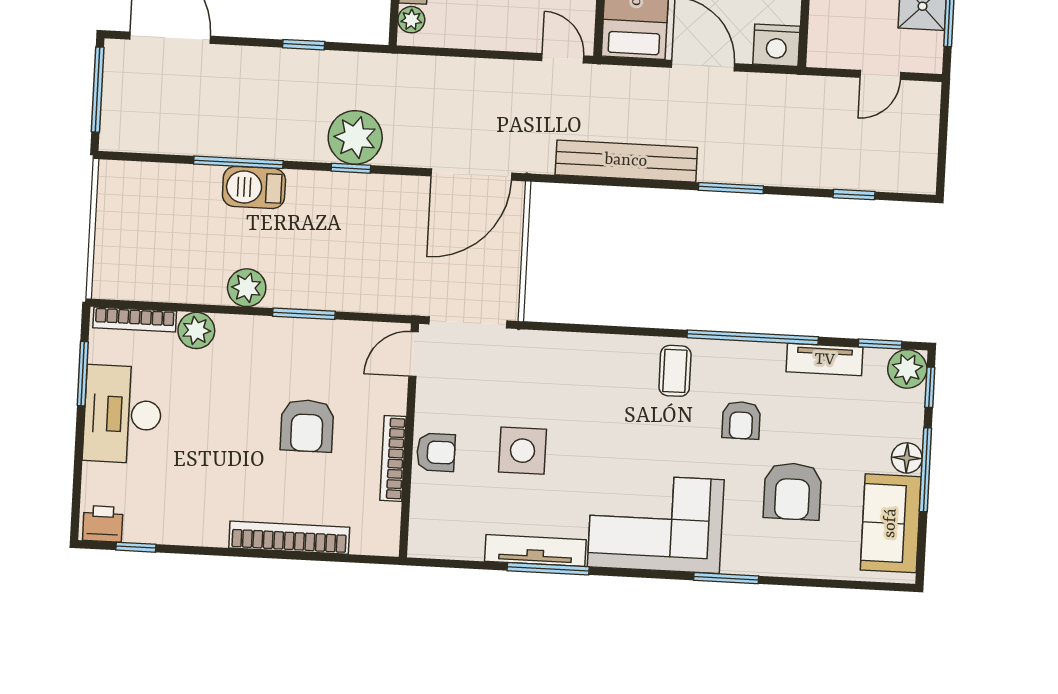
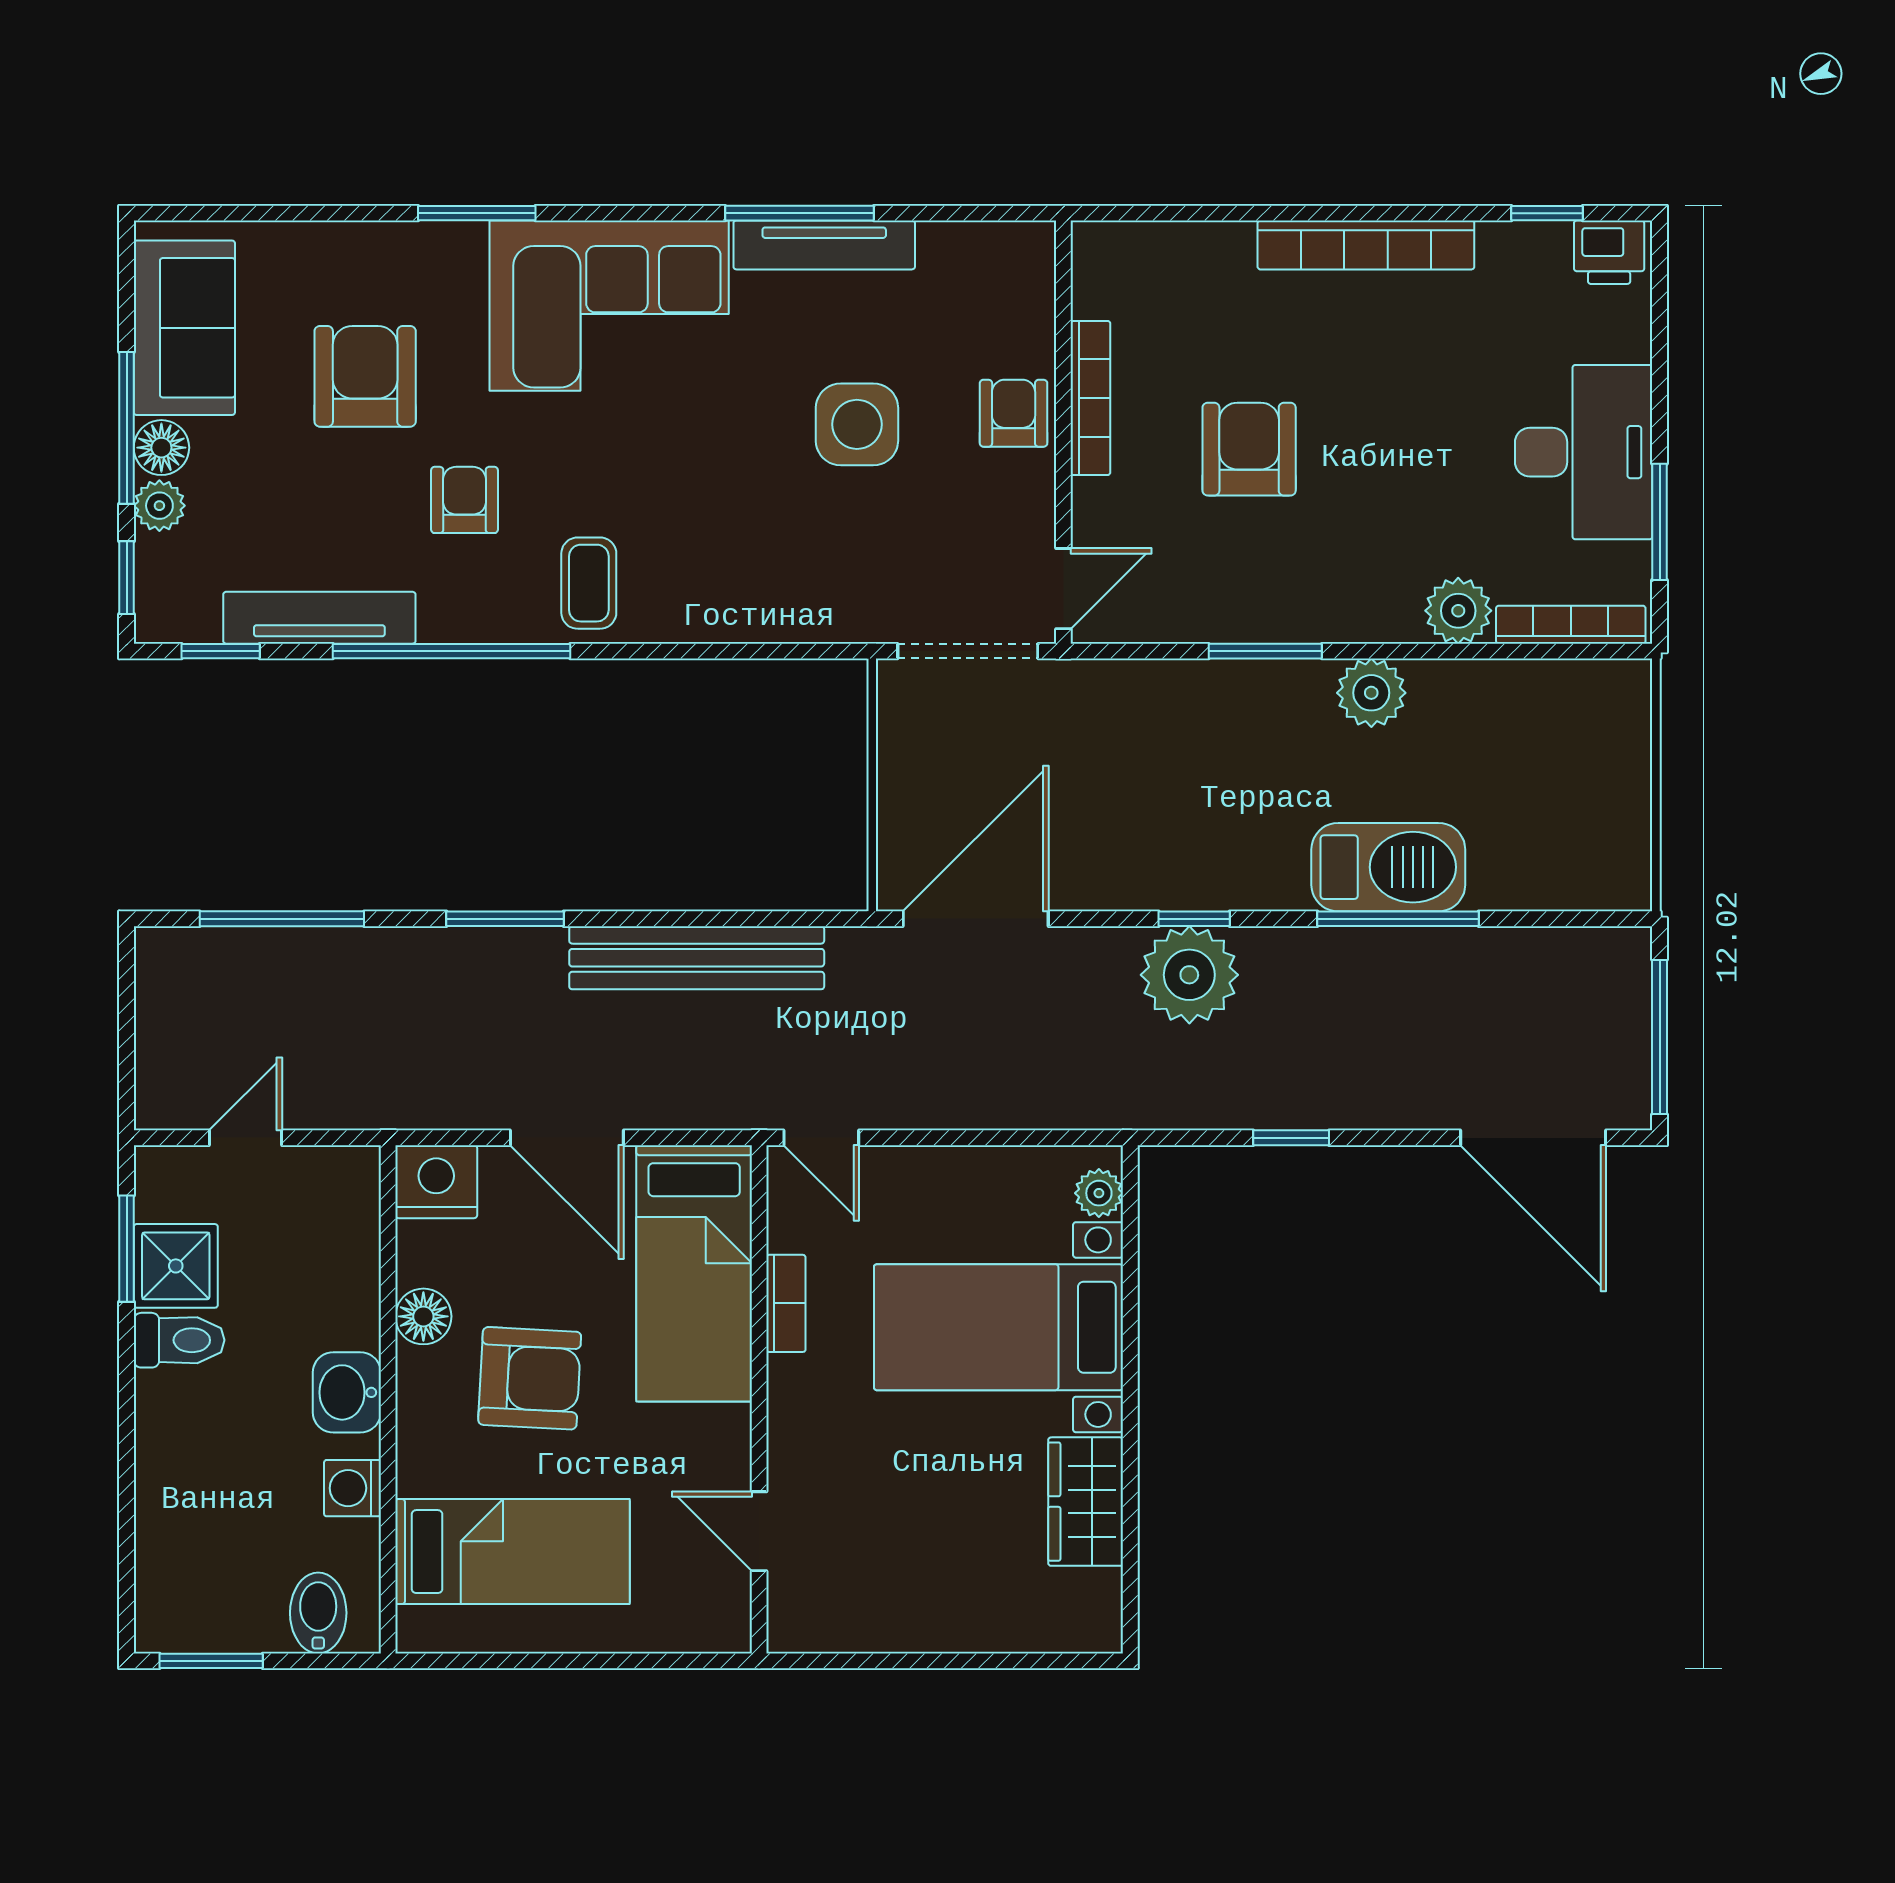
barbecue: (254, 187) -> (1388, 867), width x1.37, depth x1.21
window: (854, 195) -> (282, 919), width x2.17
tv unit: (825, 360) -> (319, 618), width x1.41
plant: (907, 369) -> (159, 506), moved, width x0.73, depth x0.73
armchair: (436, 452) -> (1014, 413), turned 90
bookcase: (289, 538) -> (1366, 245), moved

